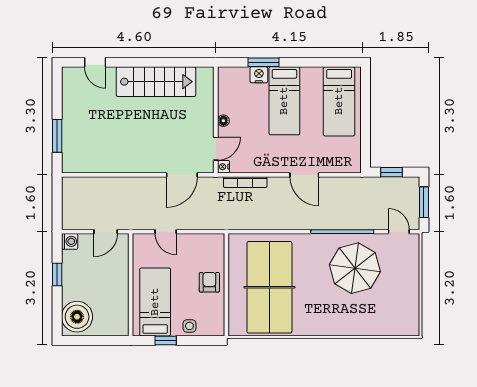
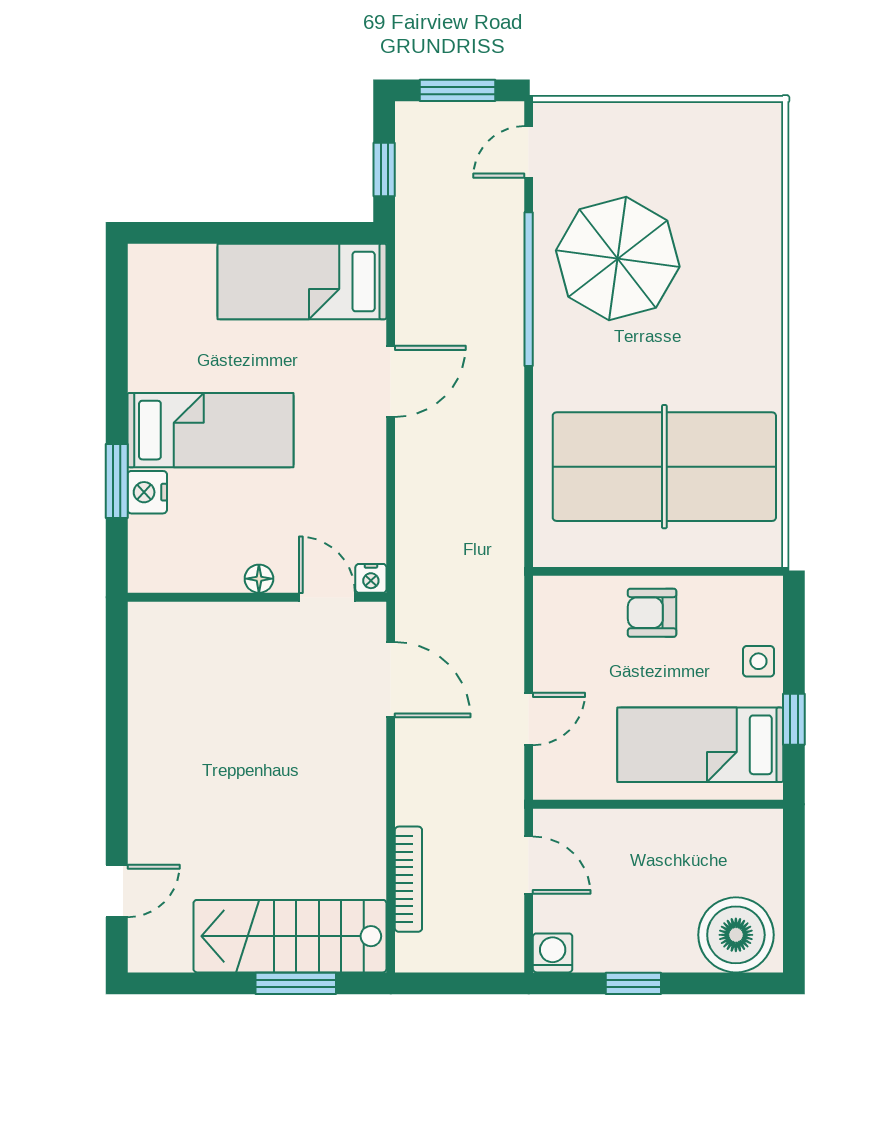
stairs: (156, 82) -> (290, 936), moved, turned -90
bed: (339, 101) -> (302, 282), moved, turned 180
bookcase: (245, 182) -> (408, 879), moved

